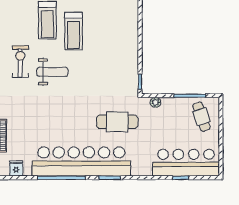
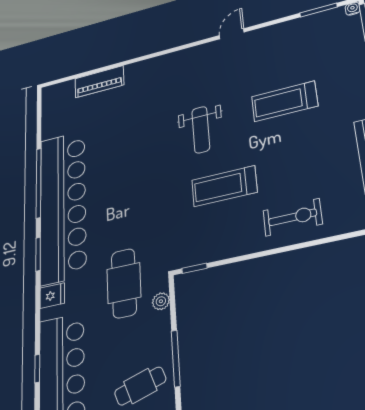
treadmill: (74, 31) -> (224, 186), moved
exercise bike: (20, 62) -> (293, 217), moved
cafe table: (117, 122) -> (124, 283), moved
fridge: (16, 169) -> (52, 296), moved

